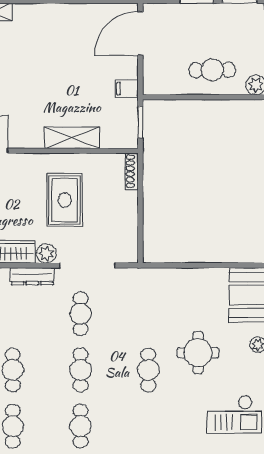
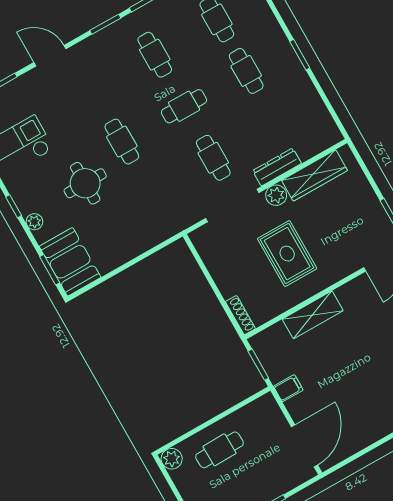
cafe table: (81, 370) -> (184, 106), turned 90

